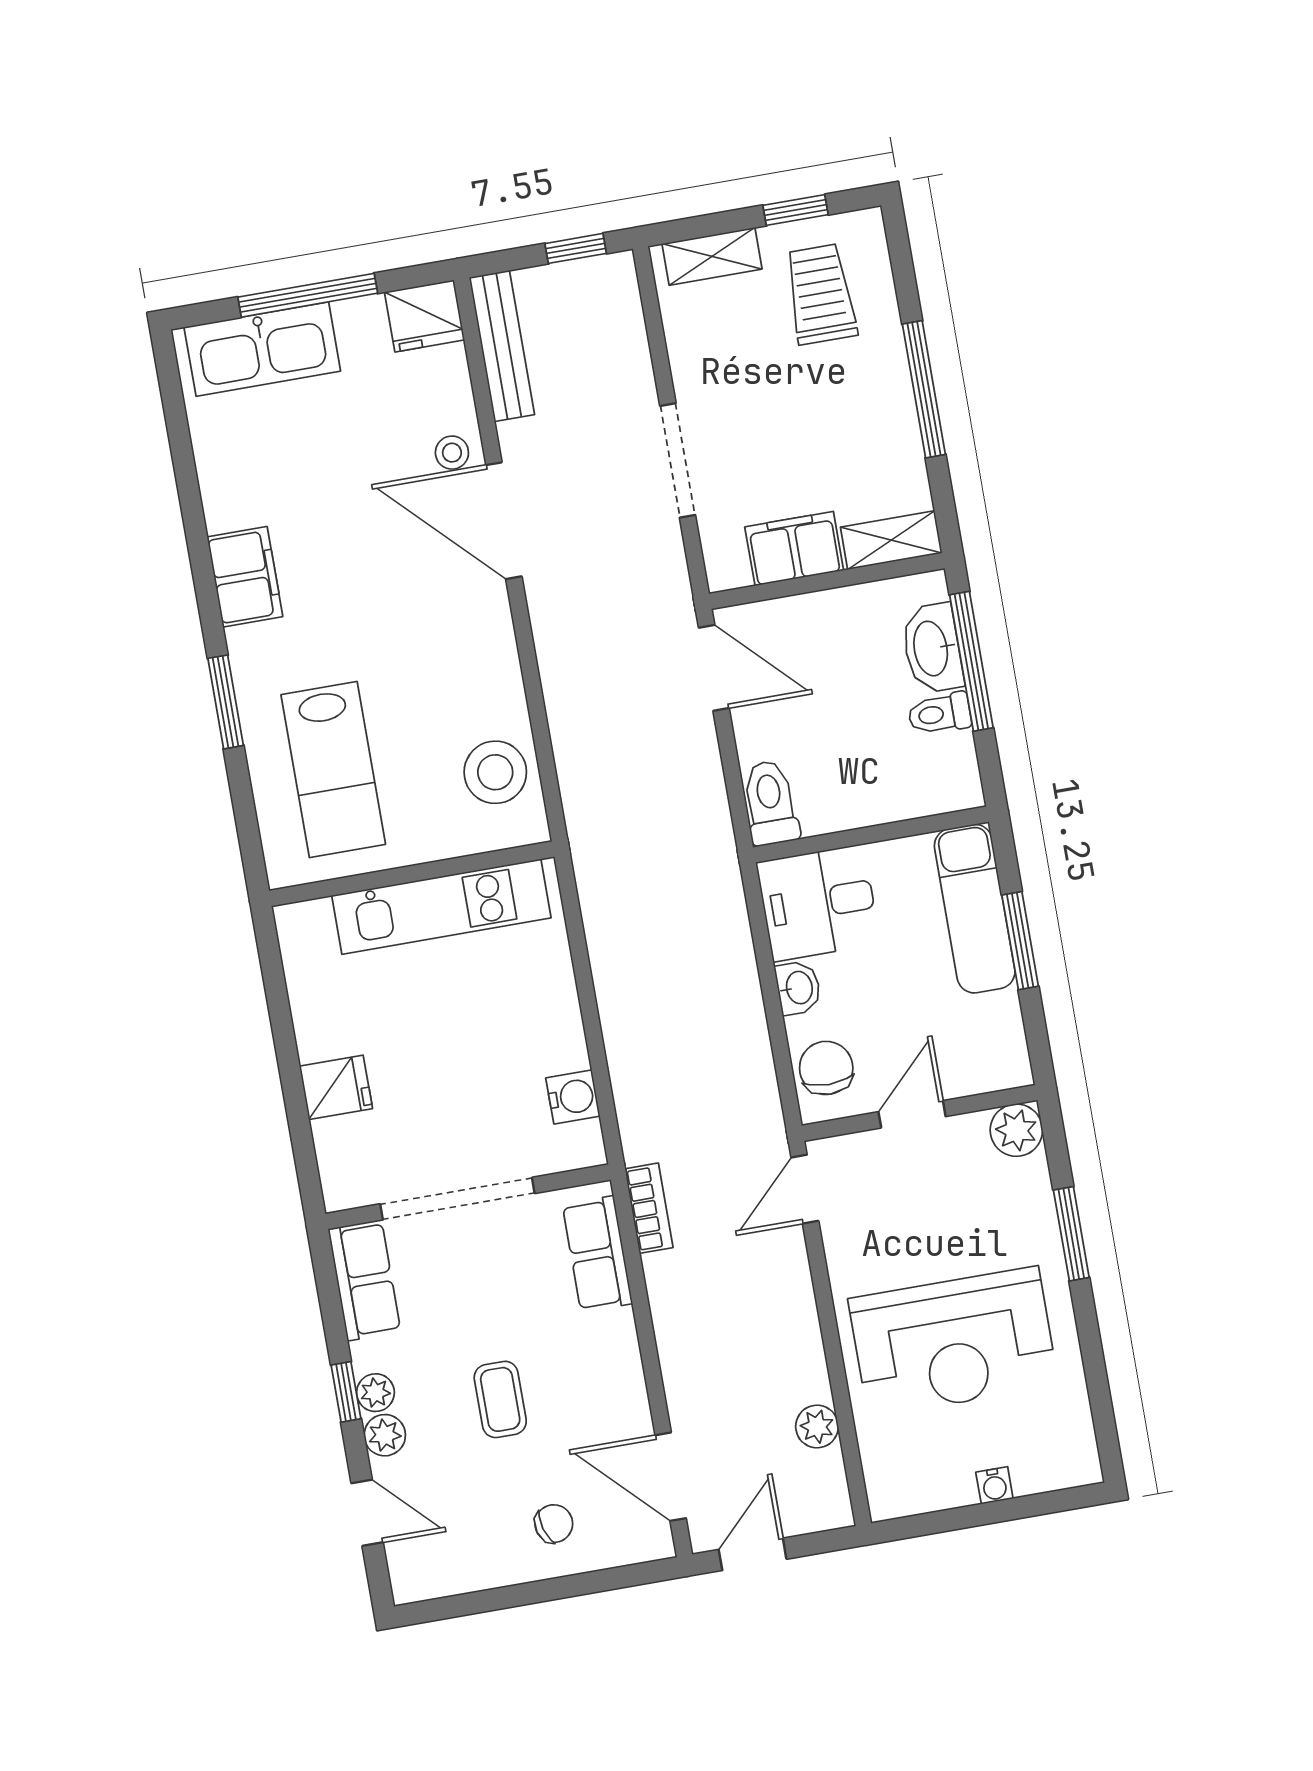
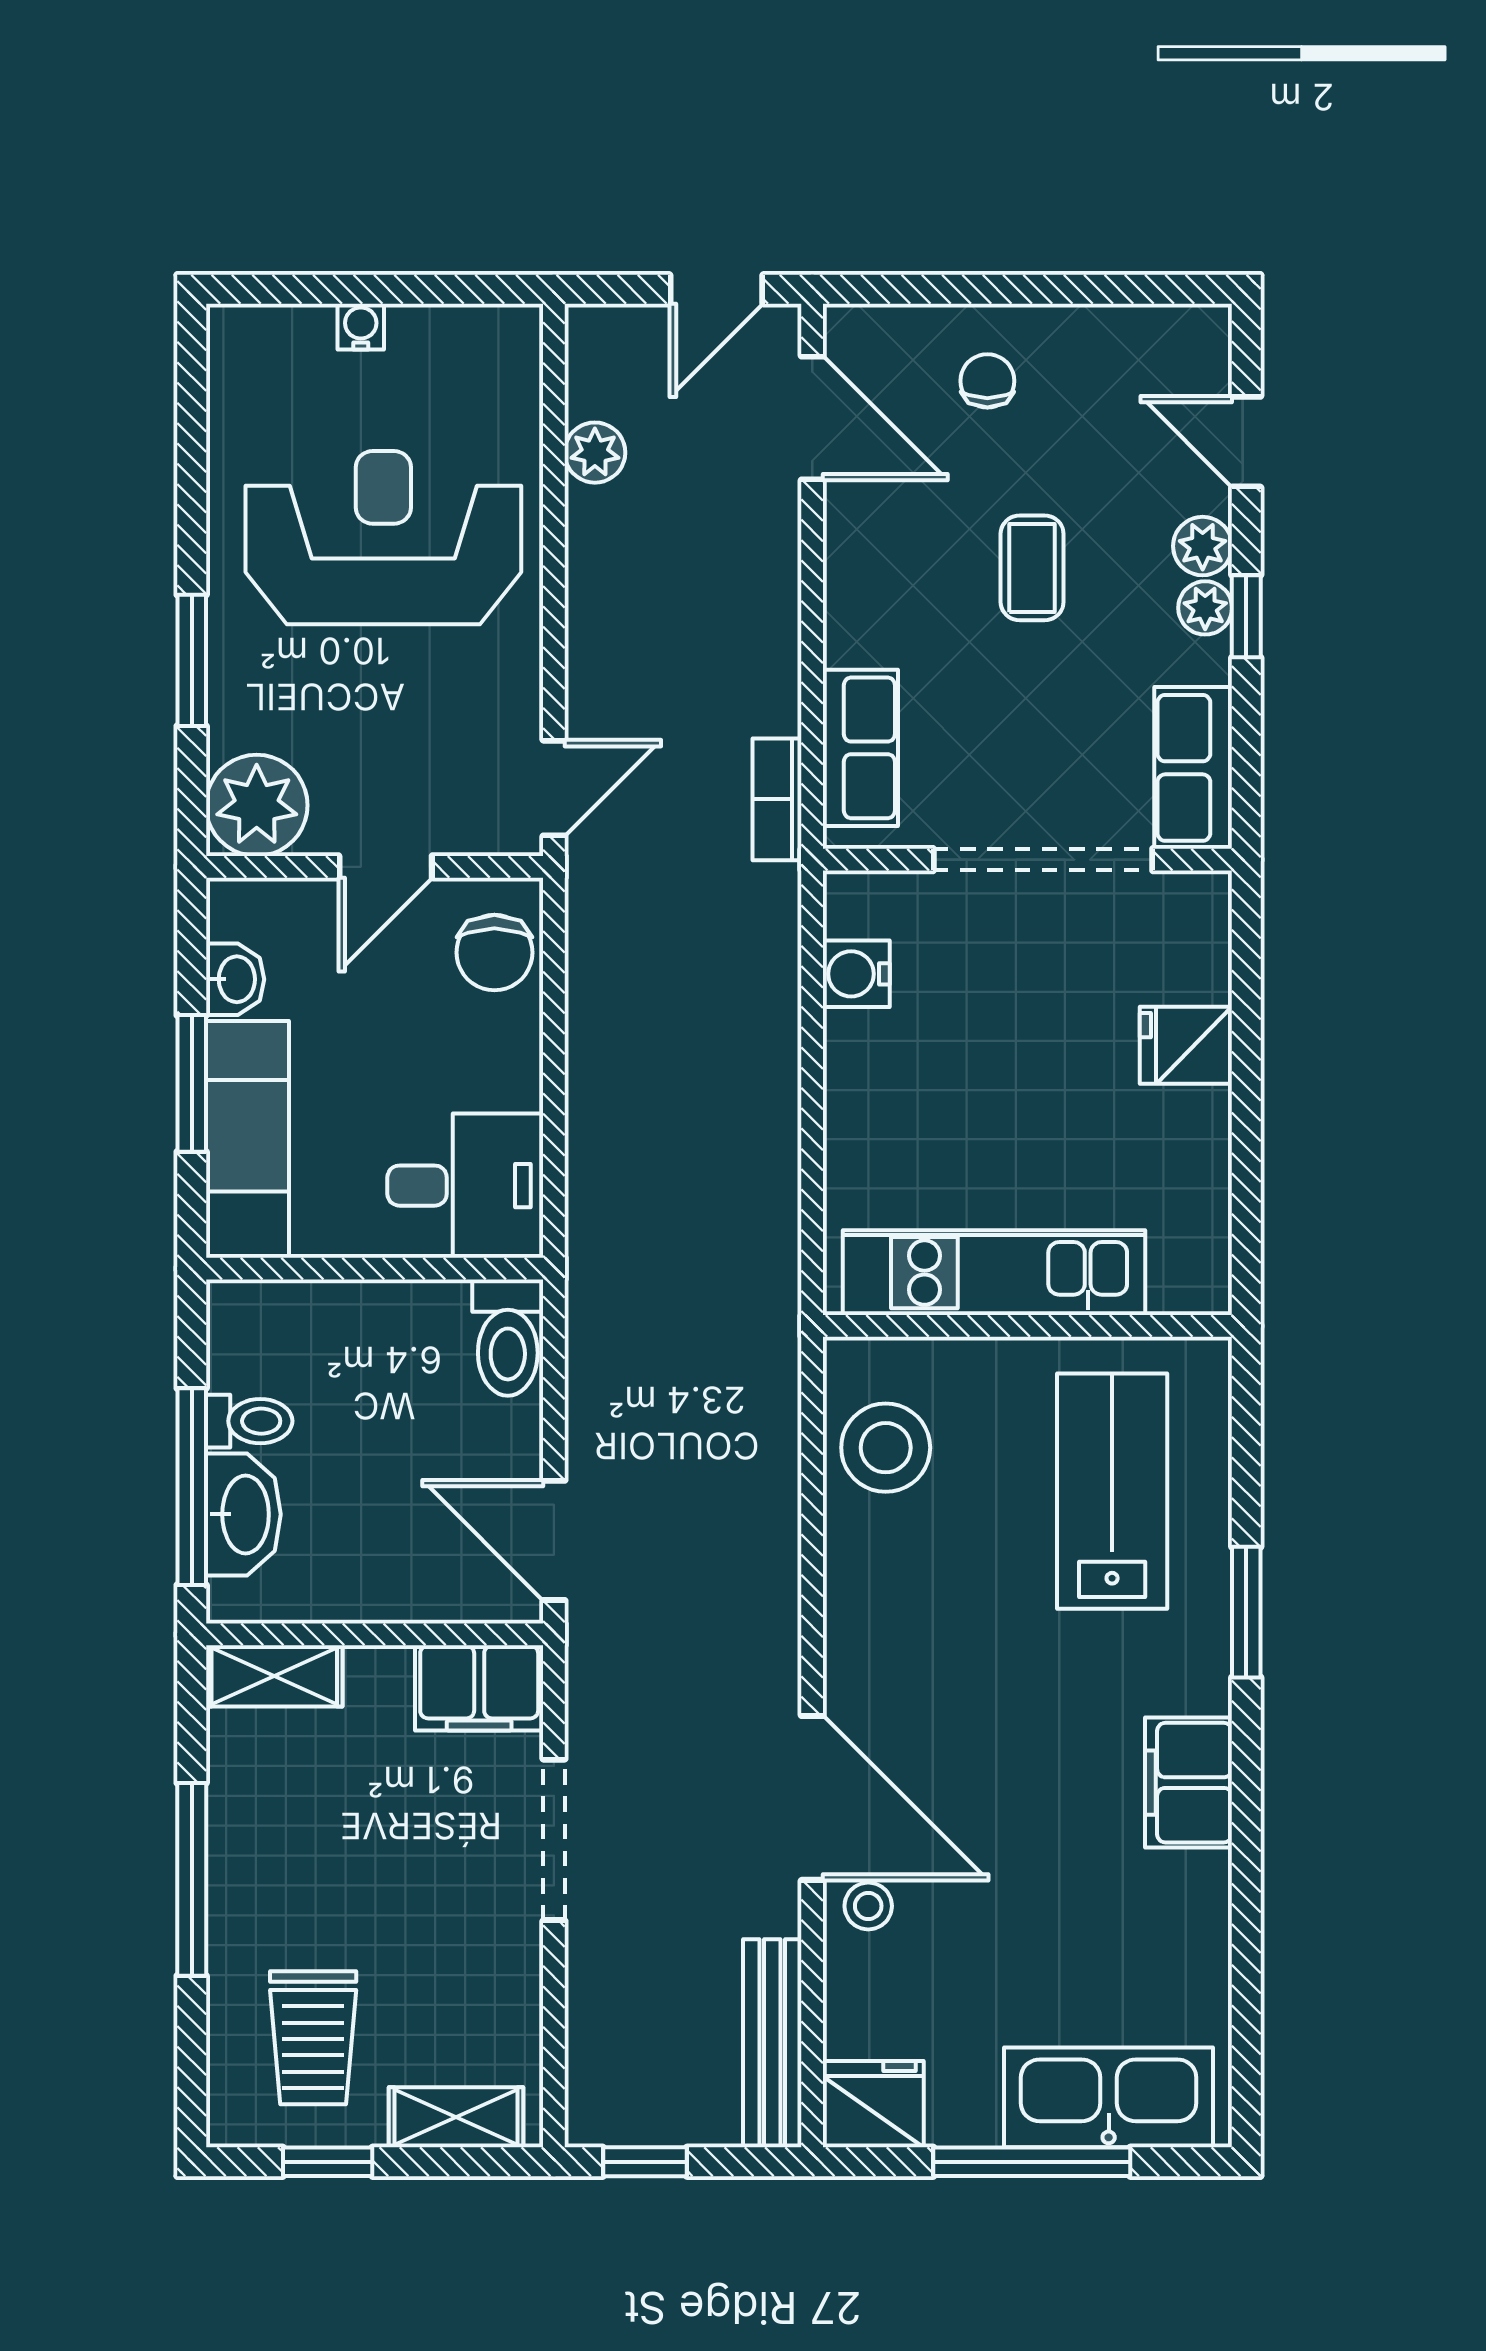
filing cabinet: (794, 549) -> (479, 1688), moved
washbasin: (798, 988) -> (235, 979), moved, turned 180
plant: (1016, 1130) -> (257, 805), width x1.36, depth x1.36
chair: (554, 1524) -> (987, 381), turned 106

